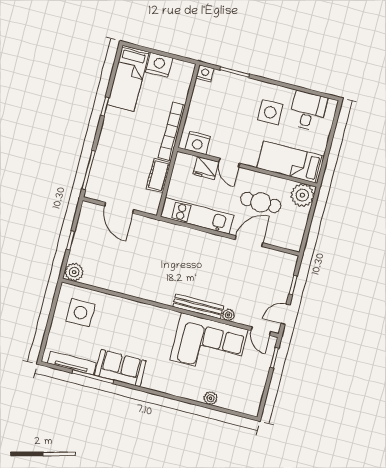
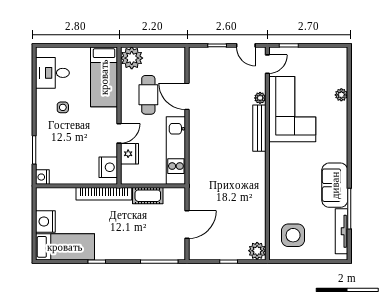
side table: (270, 112) -> (63, 107), width x0.54, depth x0.54

